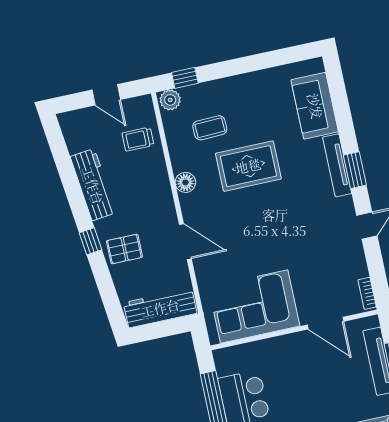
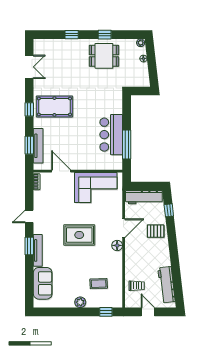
plant: (170, 100) -> (80, 302), moved
rug: (248, 166) -> (79, 235), moved
floor lamp: (185, 182) -> (117, 245), moved
workbench: (93, 185) -> (167, 285), moved
window: (90, 241) -> (169, 210), moved
door: (185, 242) -> (124, 228), swing flipped

